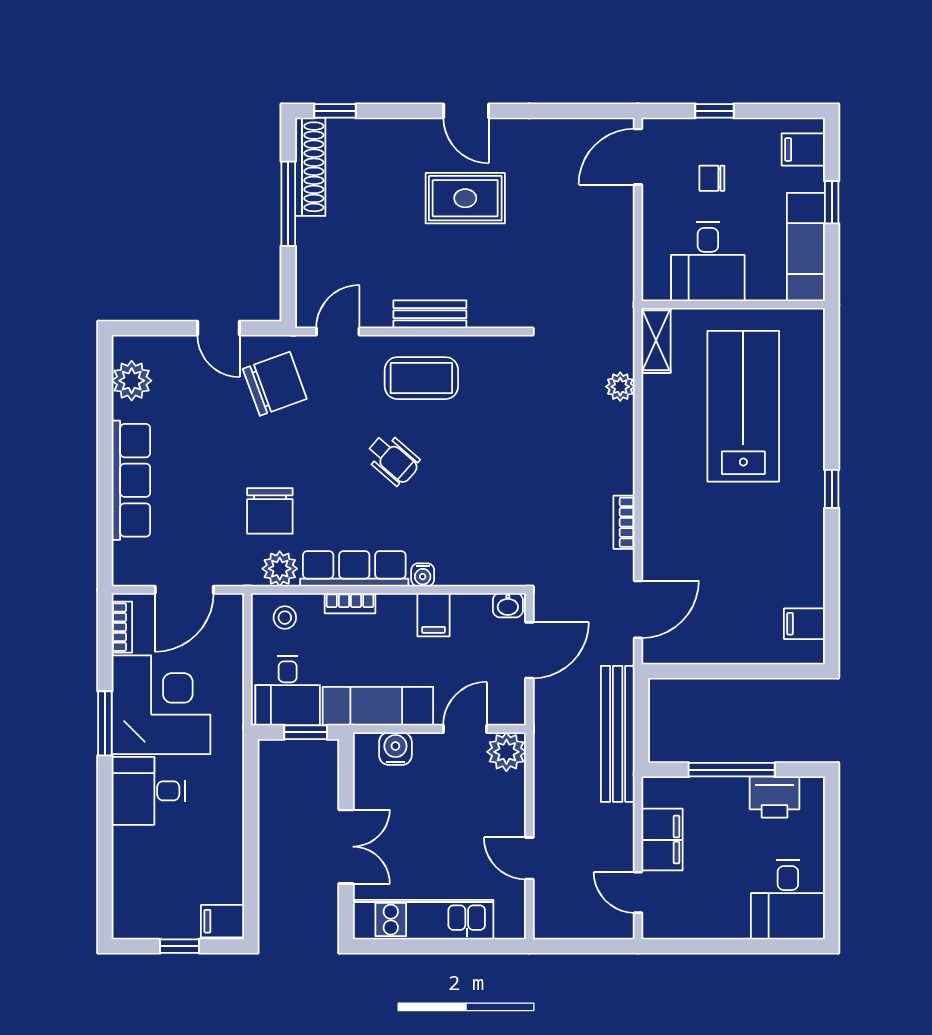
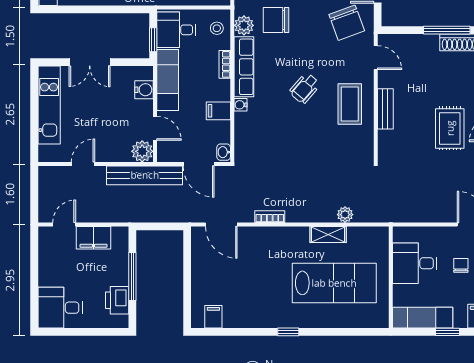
shelving: (656, 340) -> (328, 234), moved
bench: (618, 734) -> (145, 175), moved

